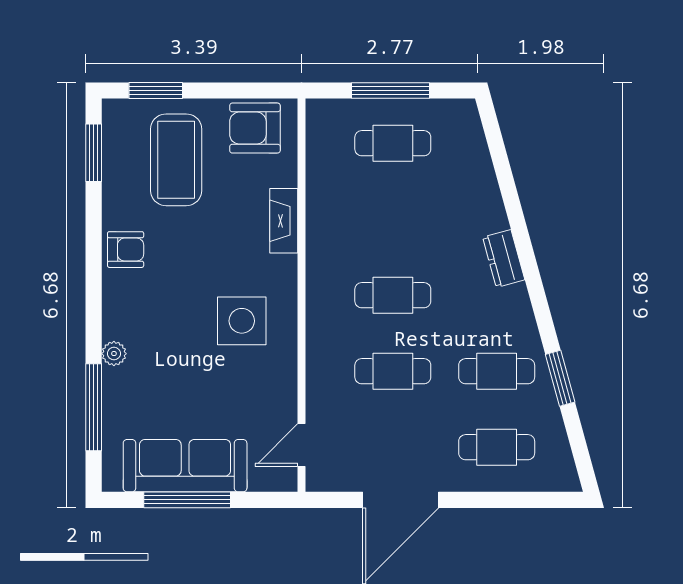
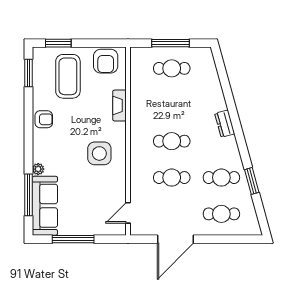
armchair: (255, 128) -> (106, 61), turned -90
sofa: (185, 466) -> (45, 206), moved, turned 90

